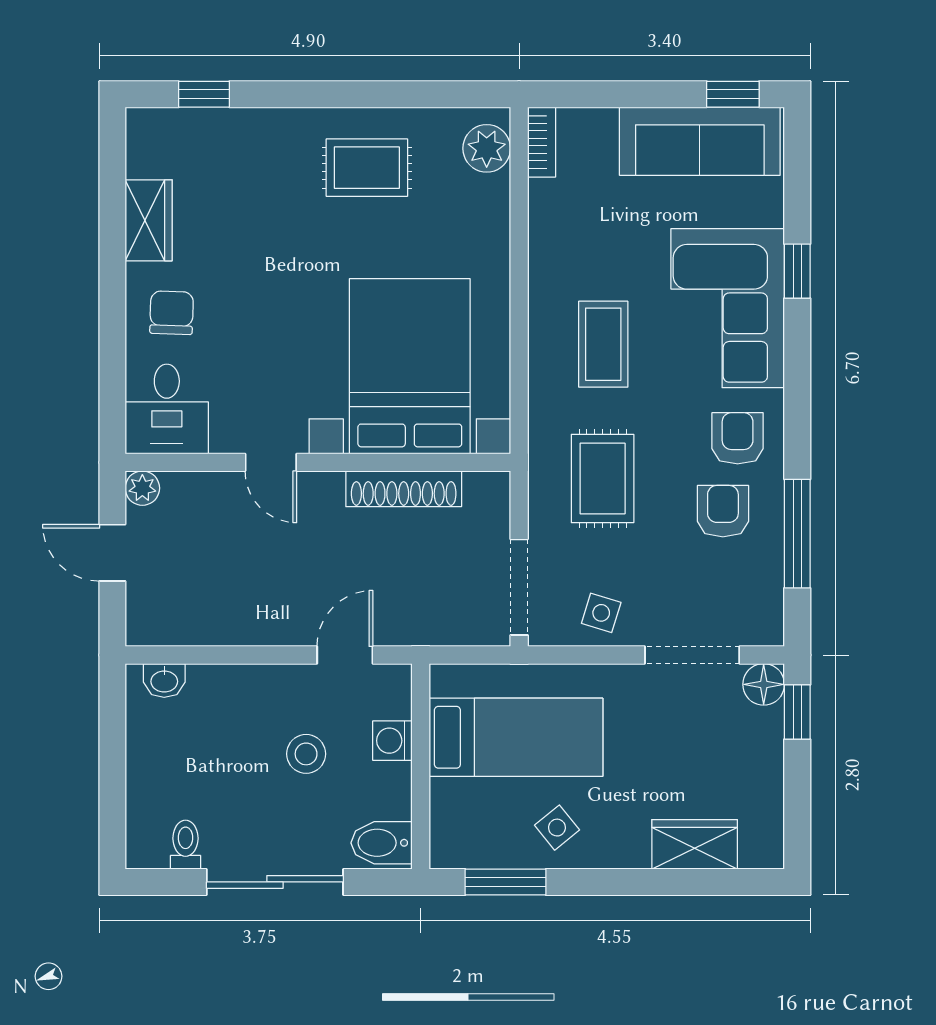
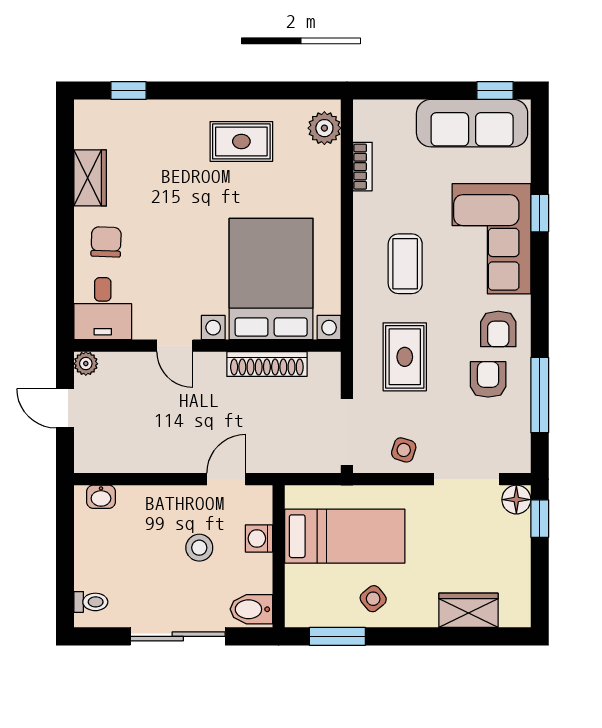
bookcase: (542, 142) -> (362, 167), moved
armchair: (738, 438) -> (498, 329), turned 180
toilet: (185, 845) -> (91, 602), moved, turned 90

